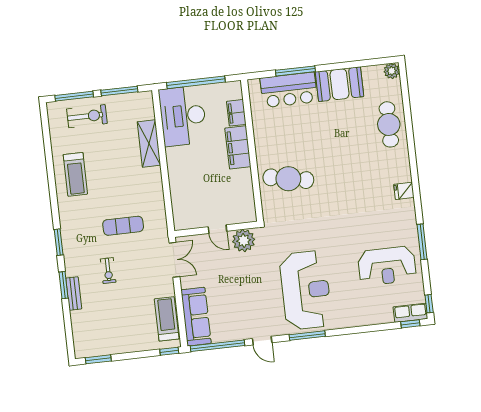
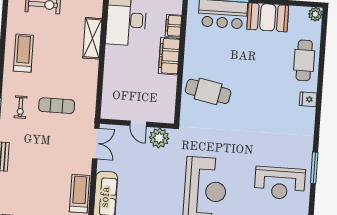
treadmill: (75, 174) -> (23, 53), turned 180
fridge: (404, 191) -> (308, 99), moved
exercise bike: (108, 271) -> (21, 107), moved

